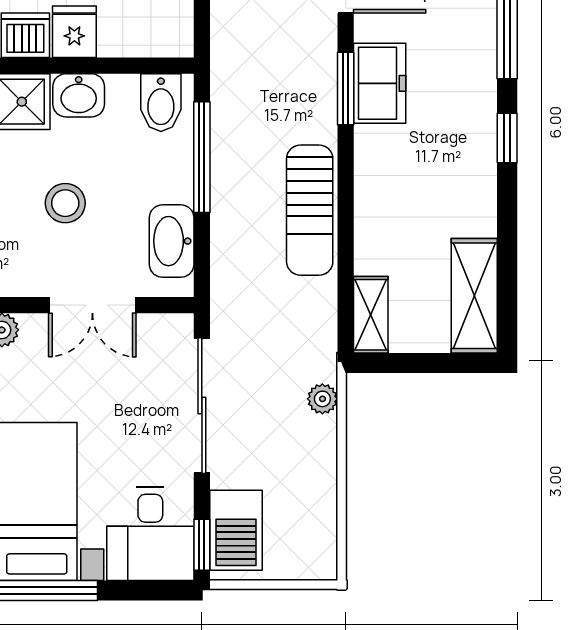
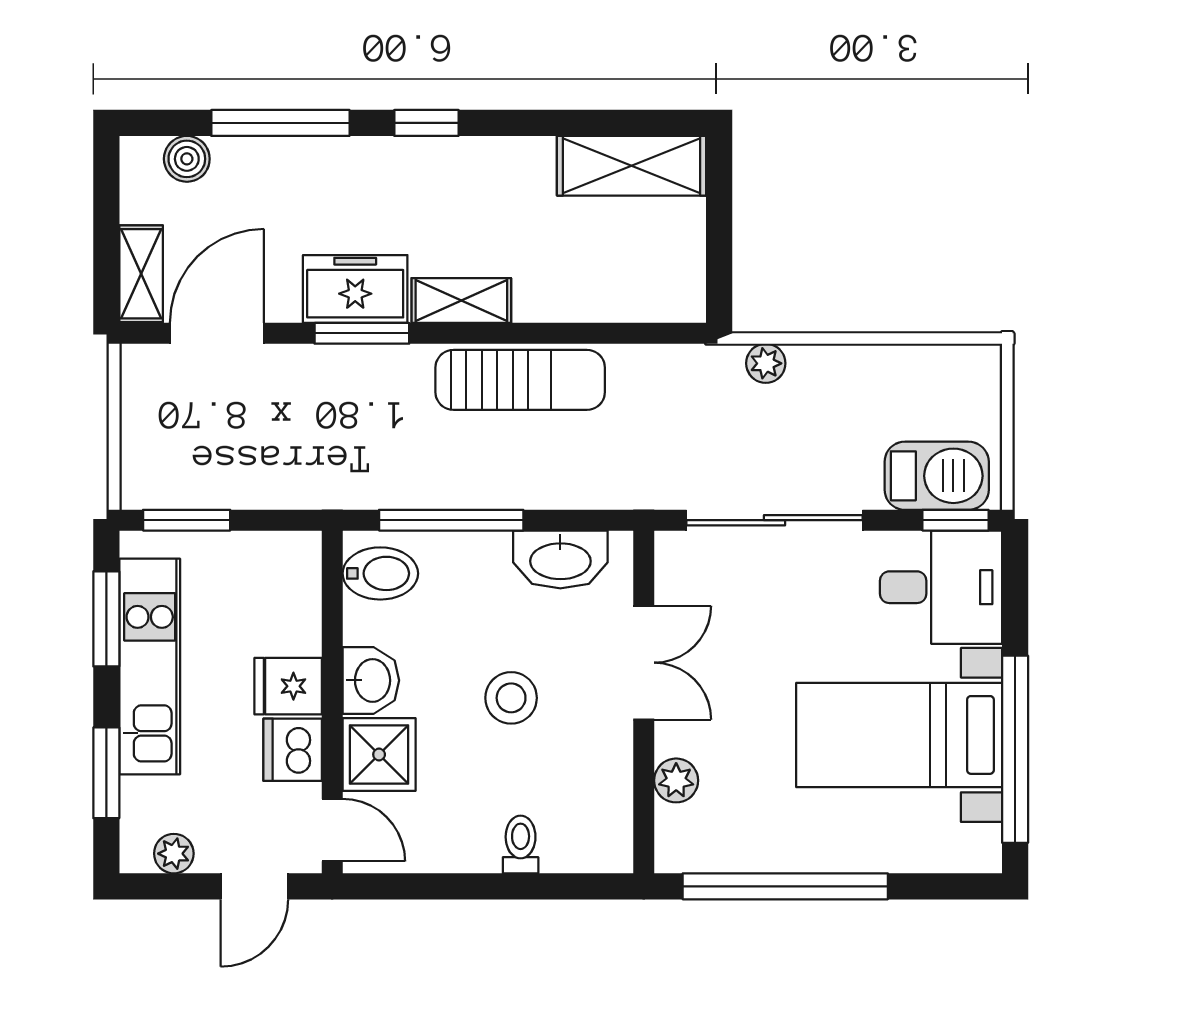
shelving: (371, 315) -> (461, 301), moved

